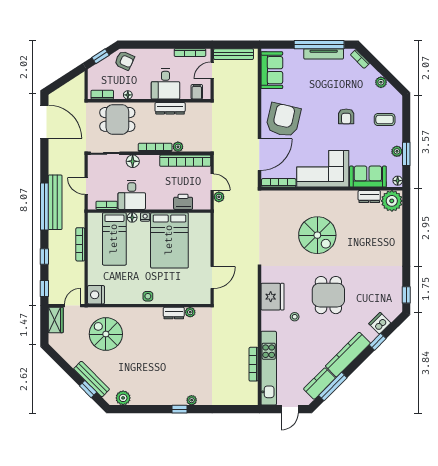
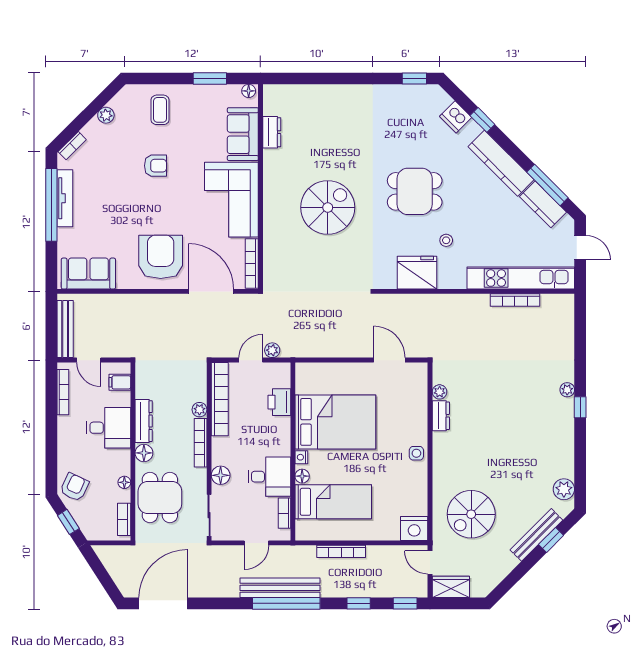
floor lamp: (148, 108) -> (144, 453), added
armchair: (283, 120) -> (161, 257), turned 77
plant: (397, 151) -> (206, 92), removed
plant: (392, 201) -> (278, 99), removed

